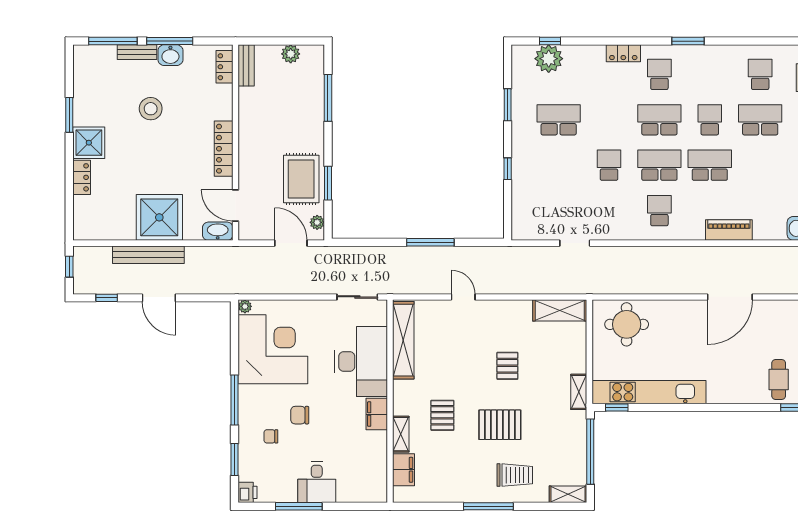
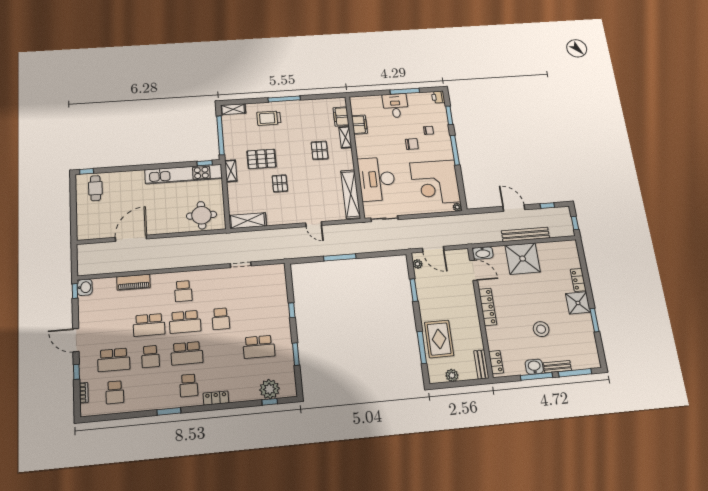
rug: (301, 179) -> (439, 339), moved
filing cabinet: (377, 414) -> (359, 125), moved
pallet: (500, 425) -> (262, 159), moved

